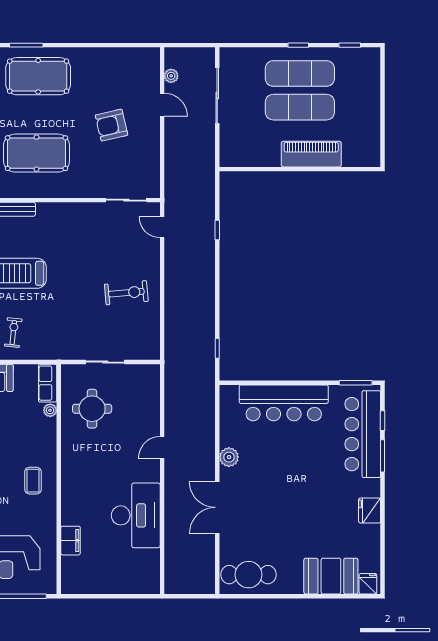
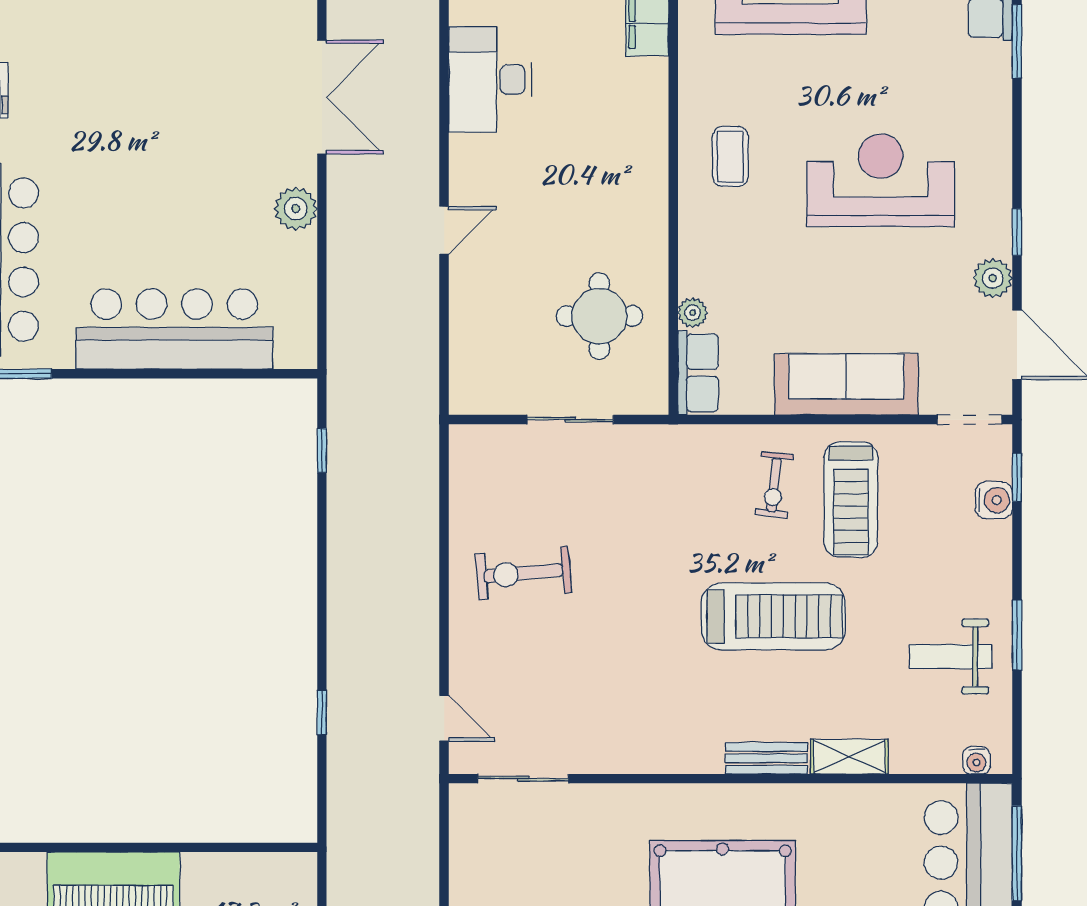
desk: (136, 515) -> (490, 79), width x0.73, depth x0.77

